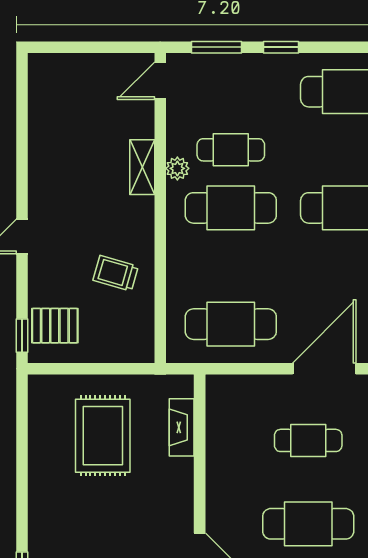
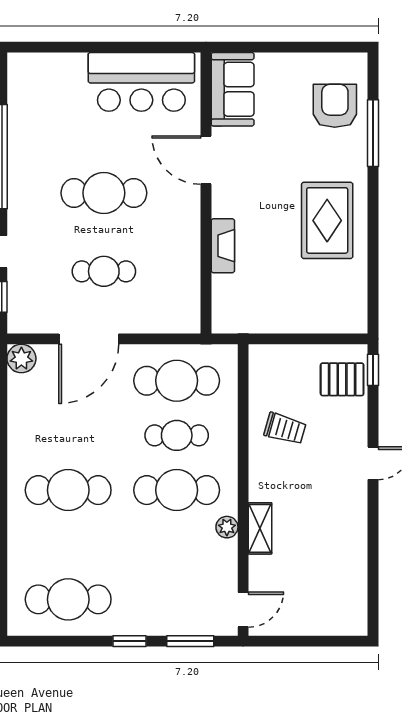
cafe table: (231, 150) -> (177, 435), moved
fireplace: (182, 427) -> (223, 246), moved
rug: (103, 436) -> (327, 220), moved

